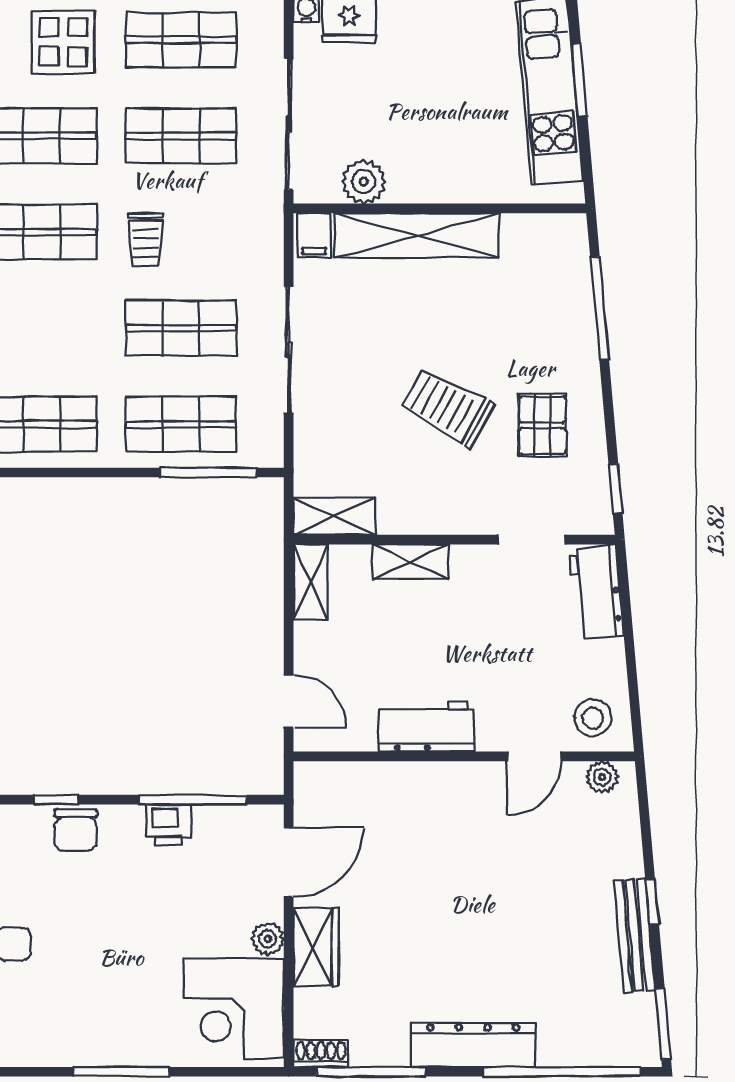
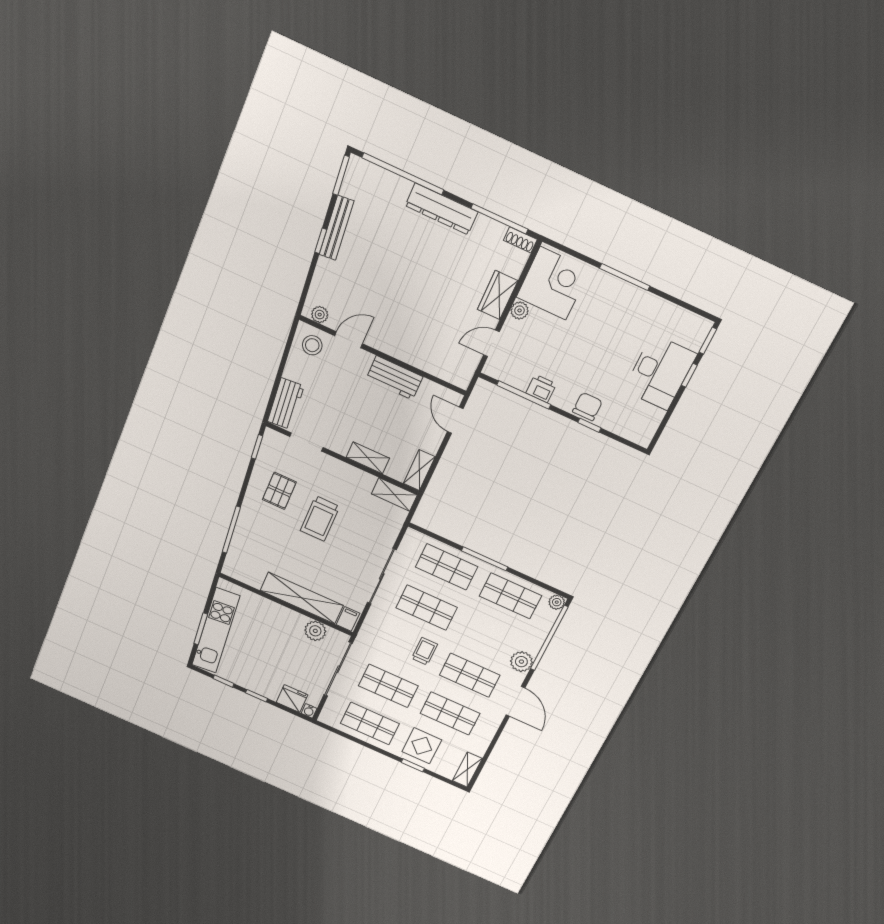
trolley: (448, 407) -> (320, 519), turned 61
window: (208, 473) -> (485, 559), moved
door: (289, 862) -> (491, 343), width x0.73

